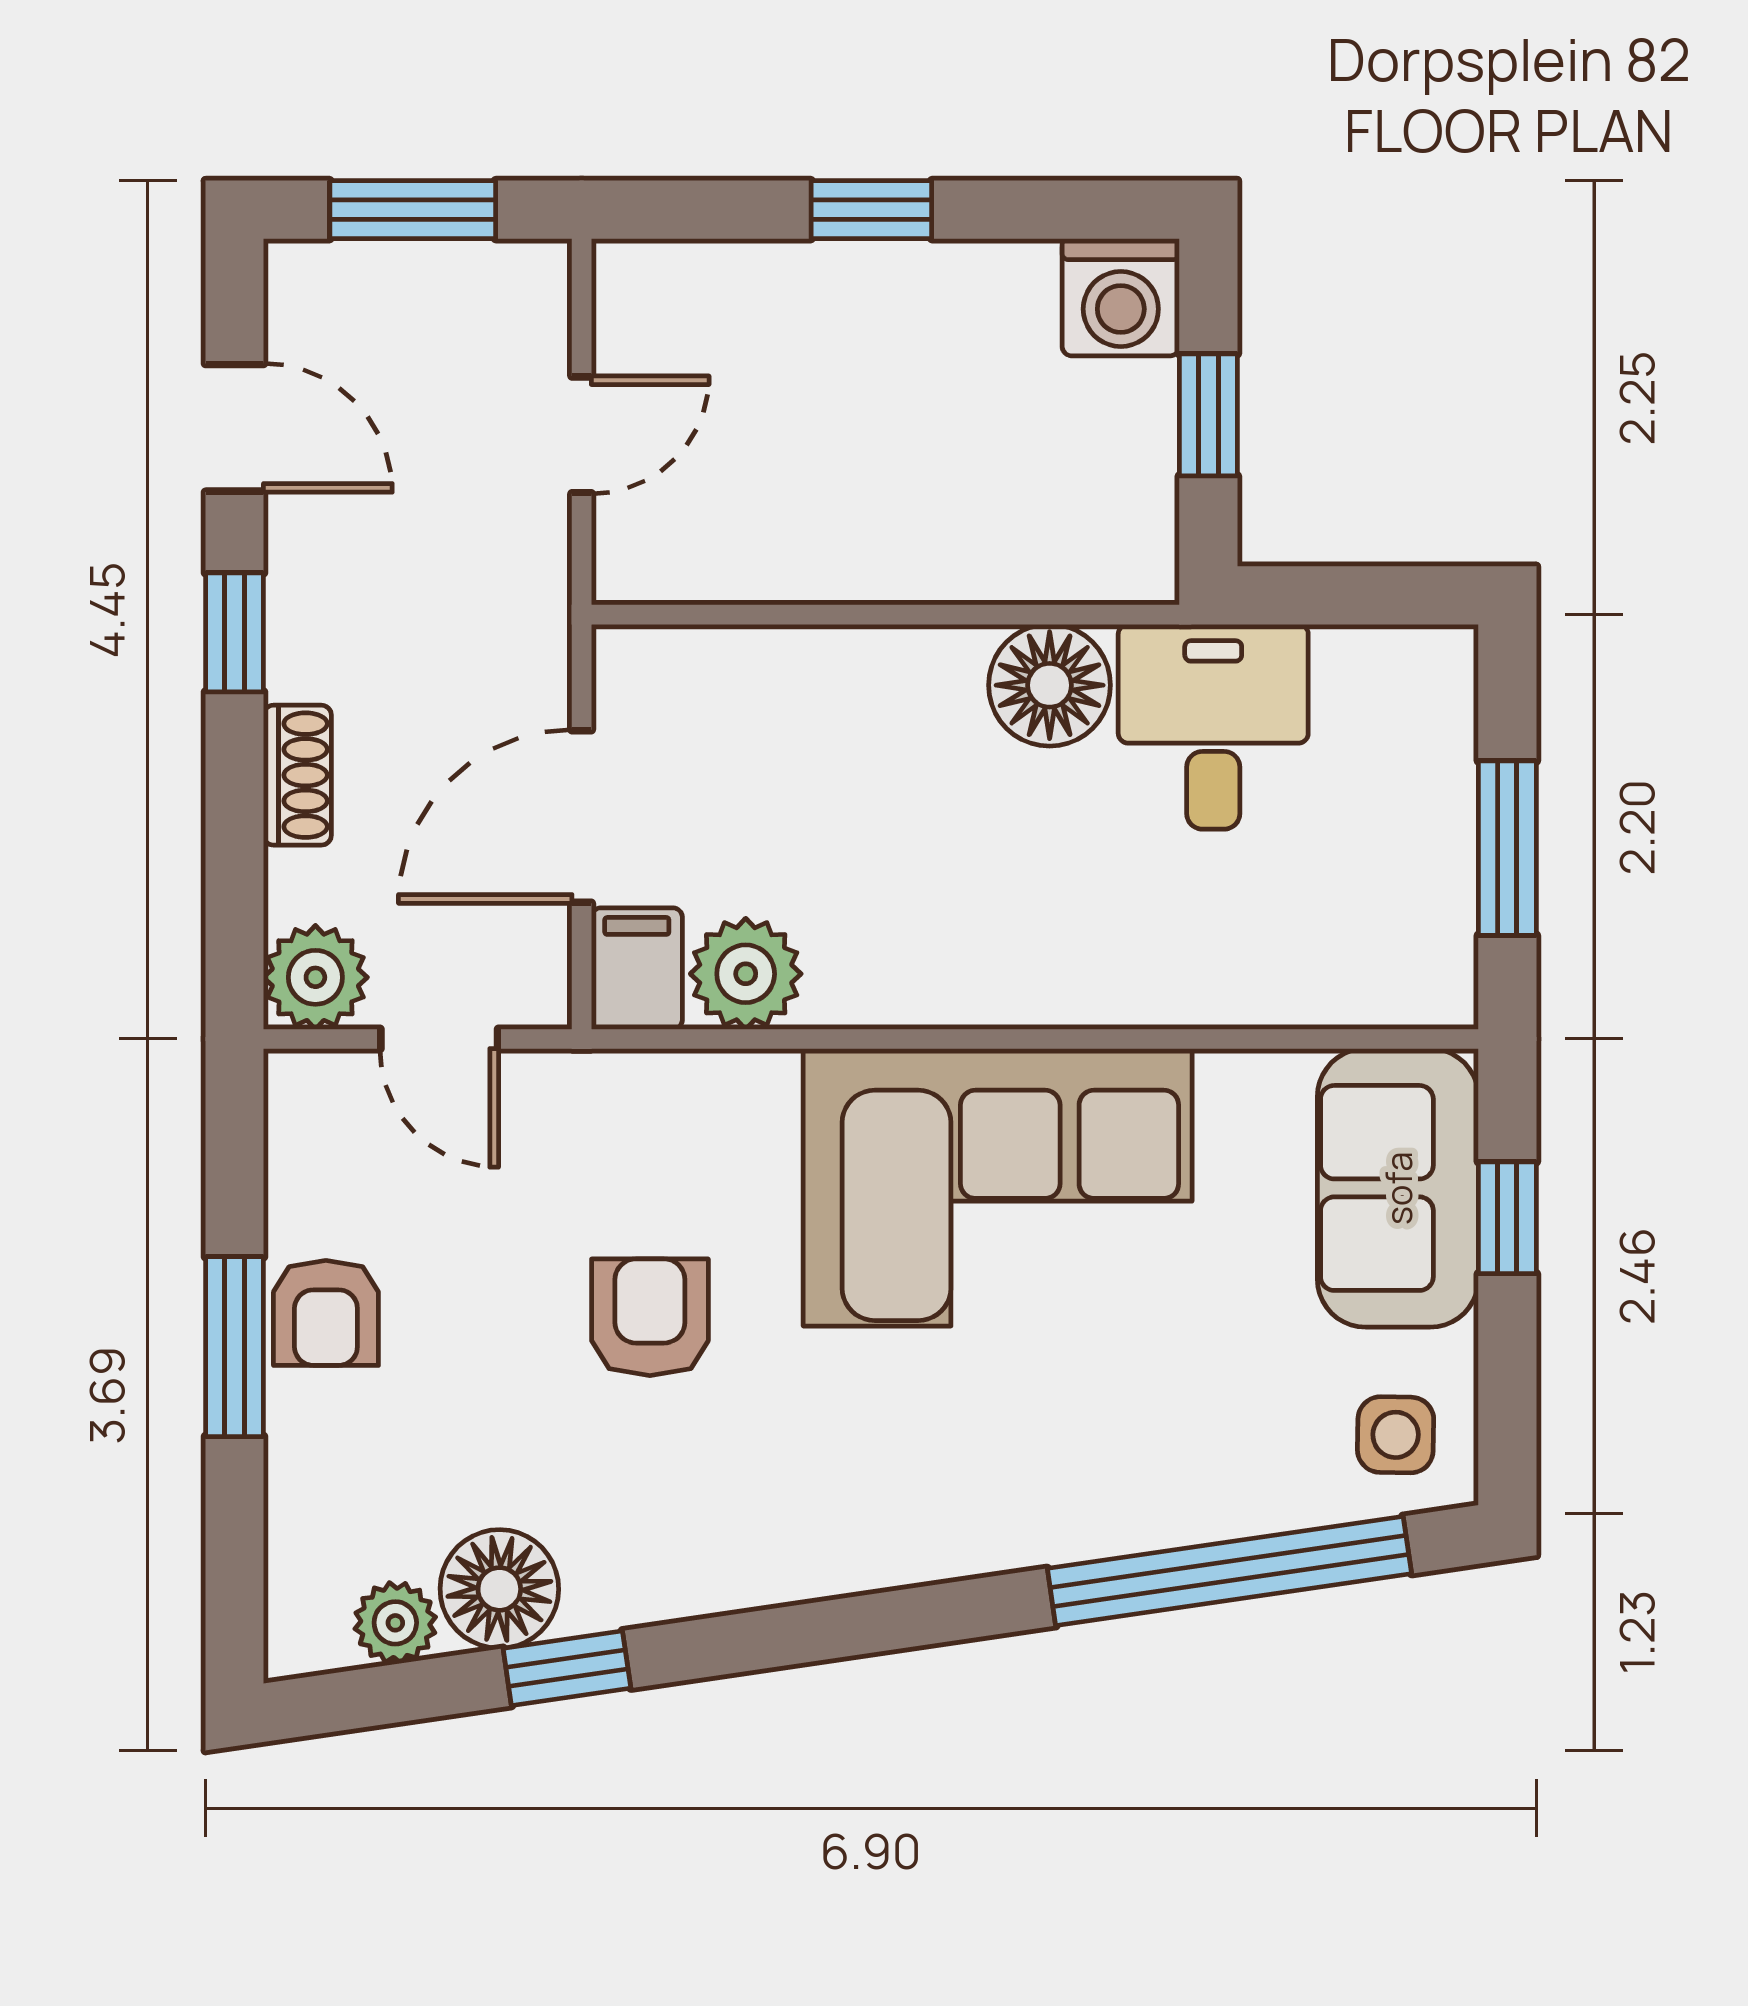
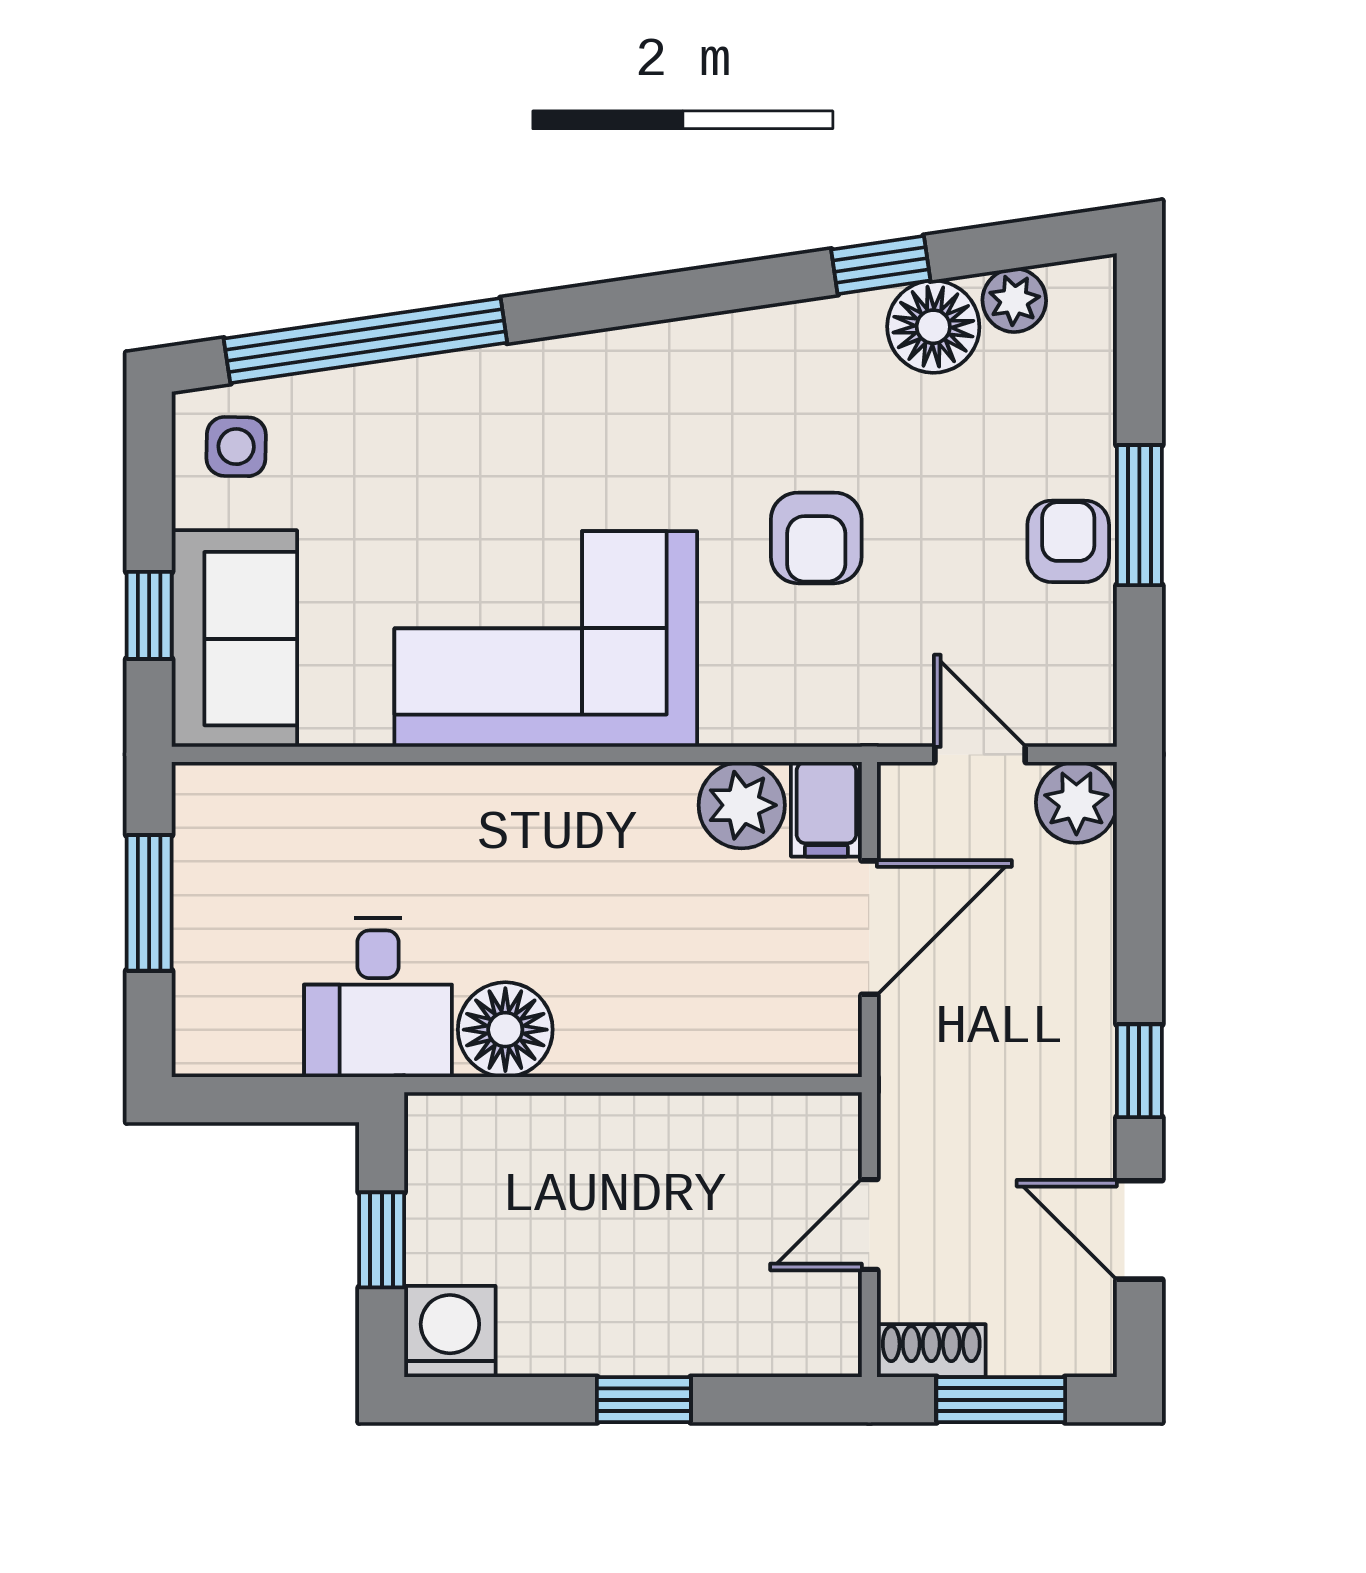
shoe rack: (297, 775) -> (931, 1351), moved, turned 90

